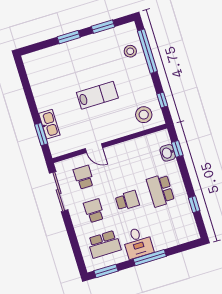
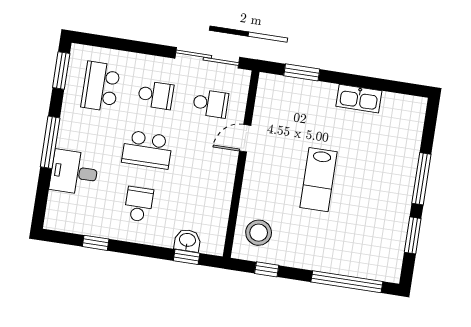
window: (69, 37) -> (421, 179), width x1.44
stool: (130, 51) -> (359, 257), removed
kitchen sink: (49, 124) -> (359, 99), moved
school desk: (160, 190) -> (139, 204), width x0.54
school desk: (127, 201) -> (147, 150), width x1.85
desk: (138, 243) -> (74, 172), moved

